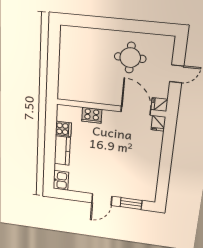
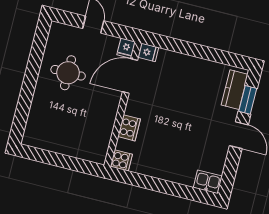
cooker: (63, 129) -> (121, 160), moved, turned 90
kitchen counter: (62, 151) -> (235, 90), moved, turned -90

